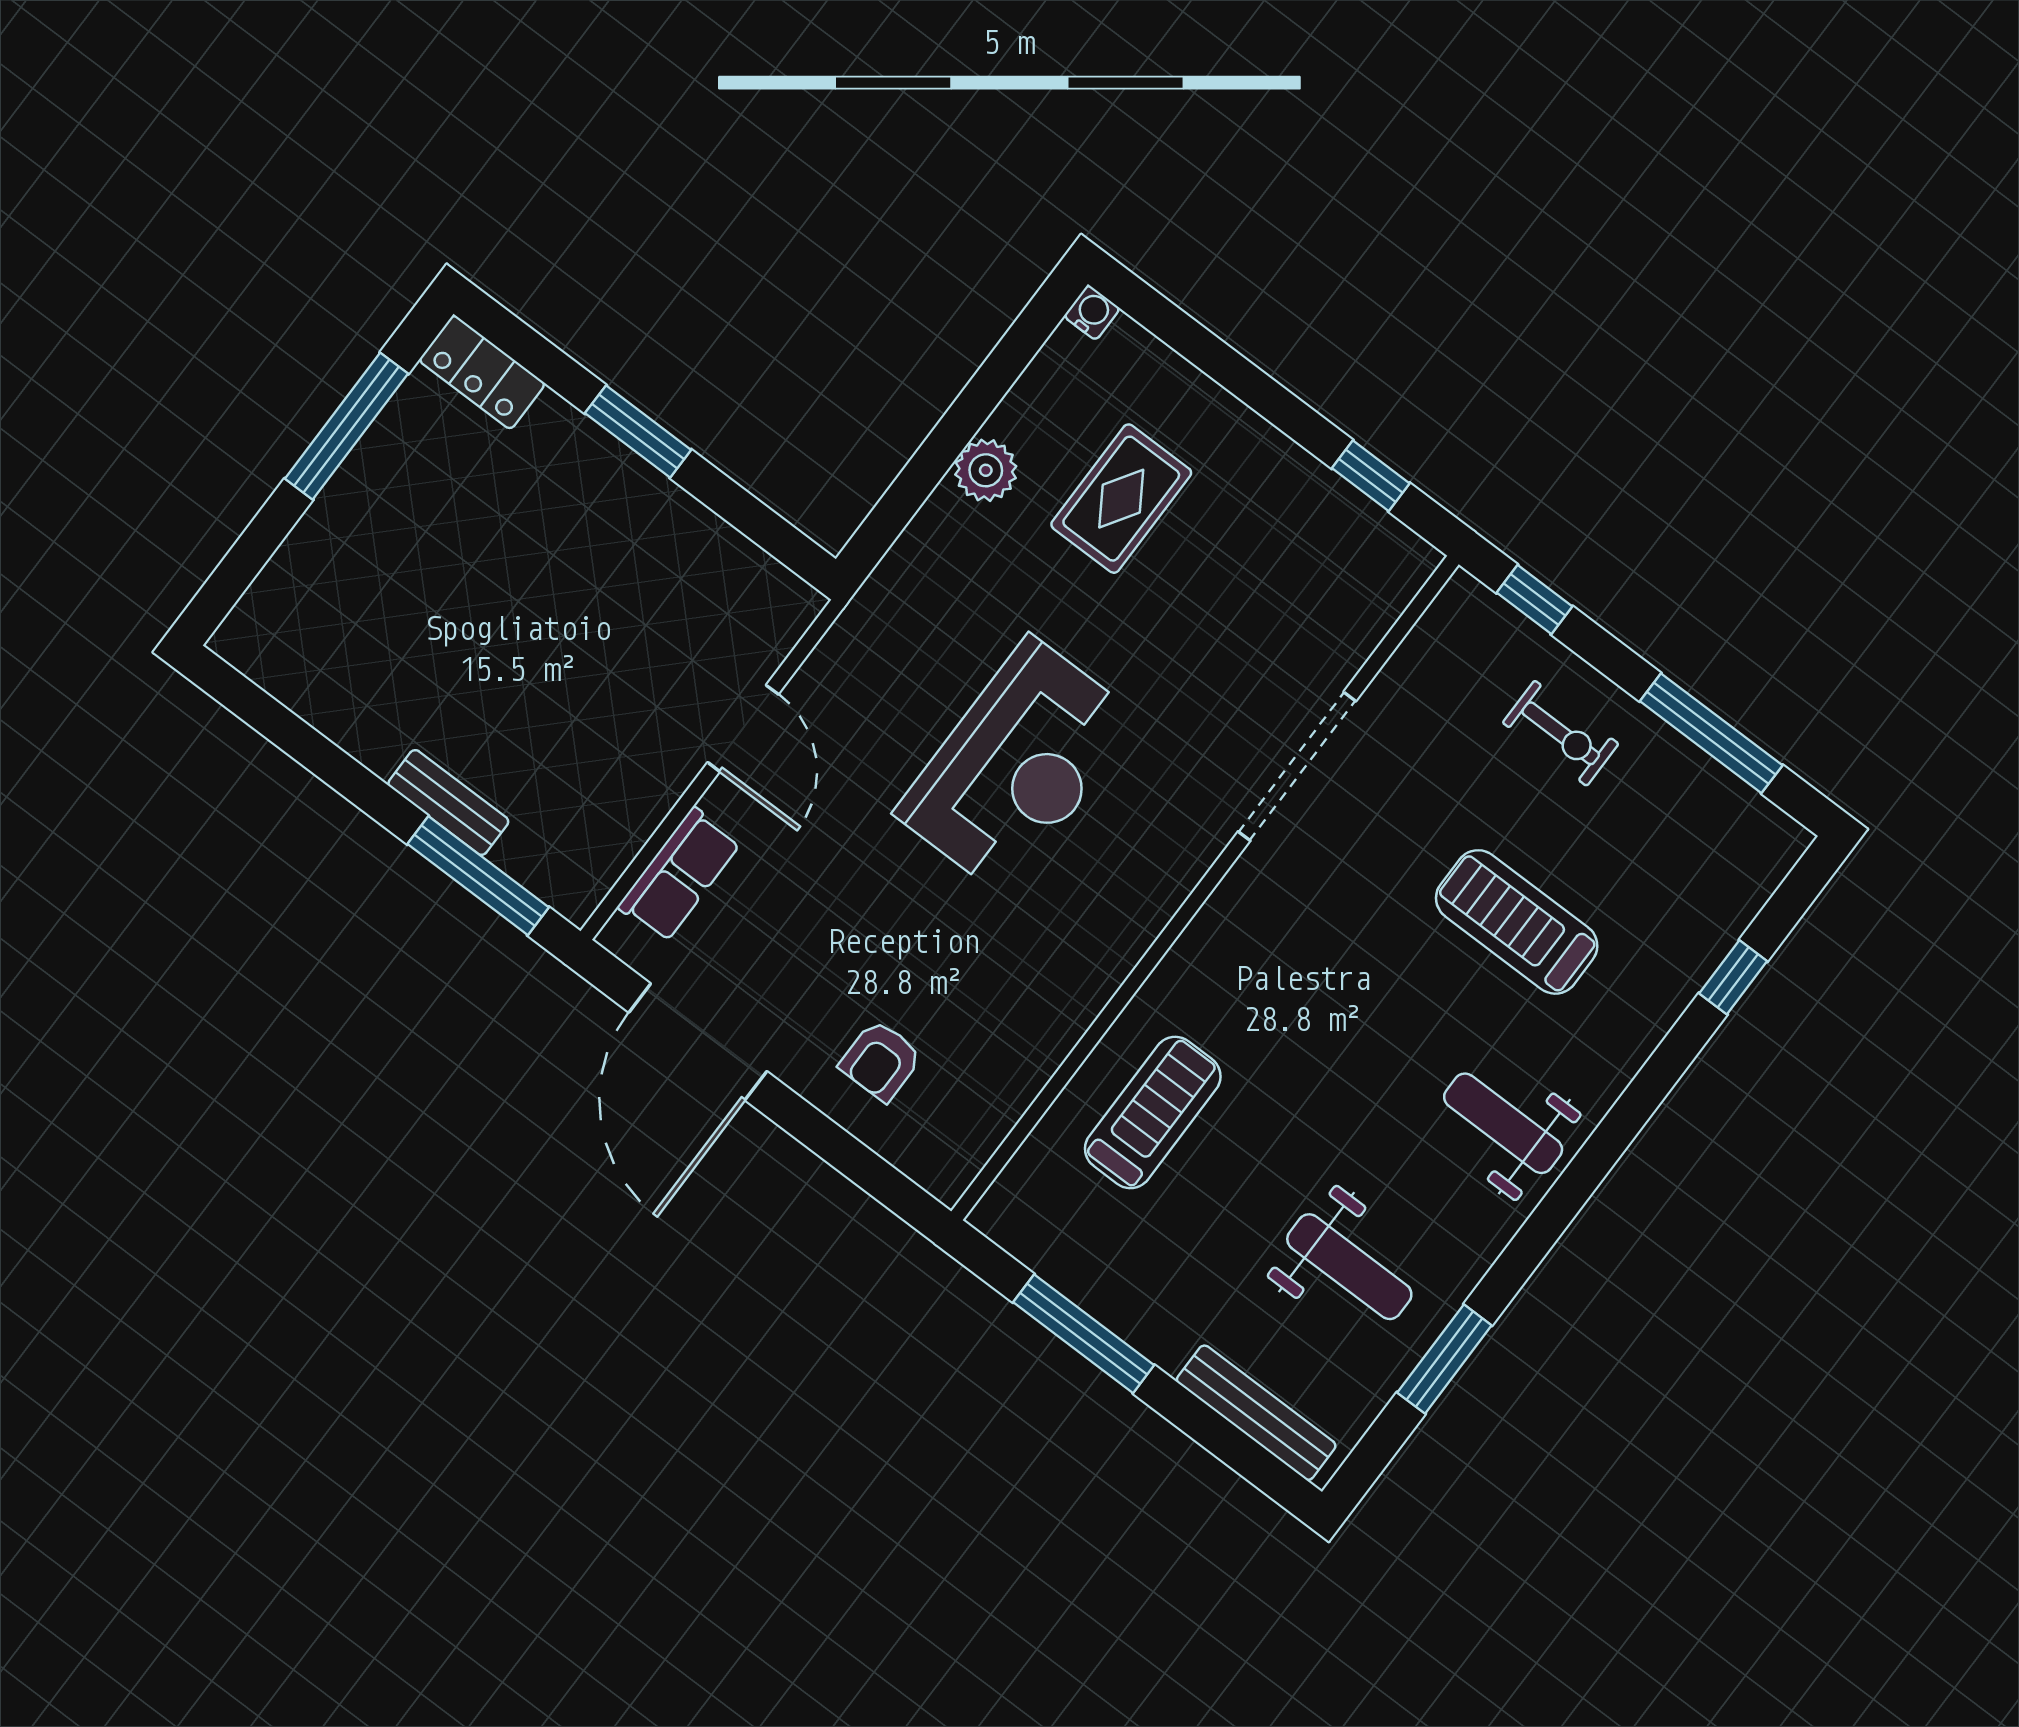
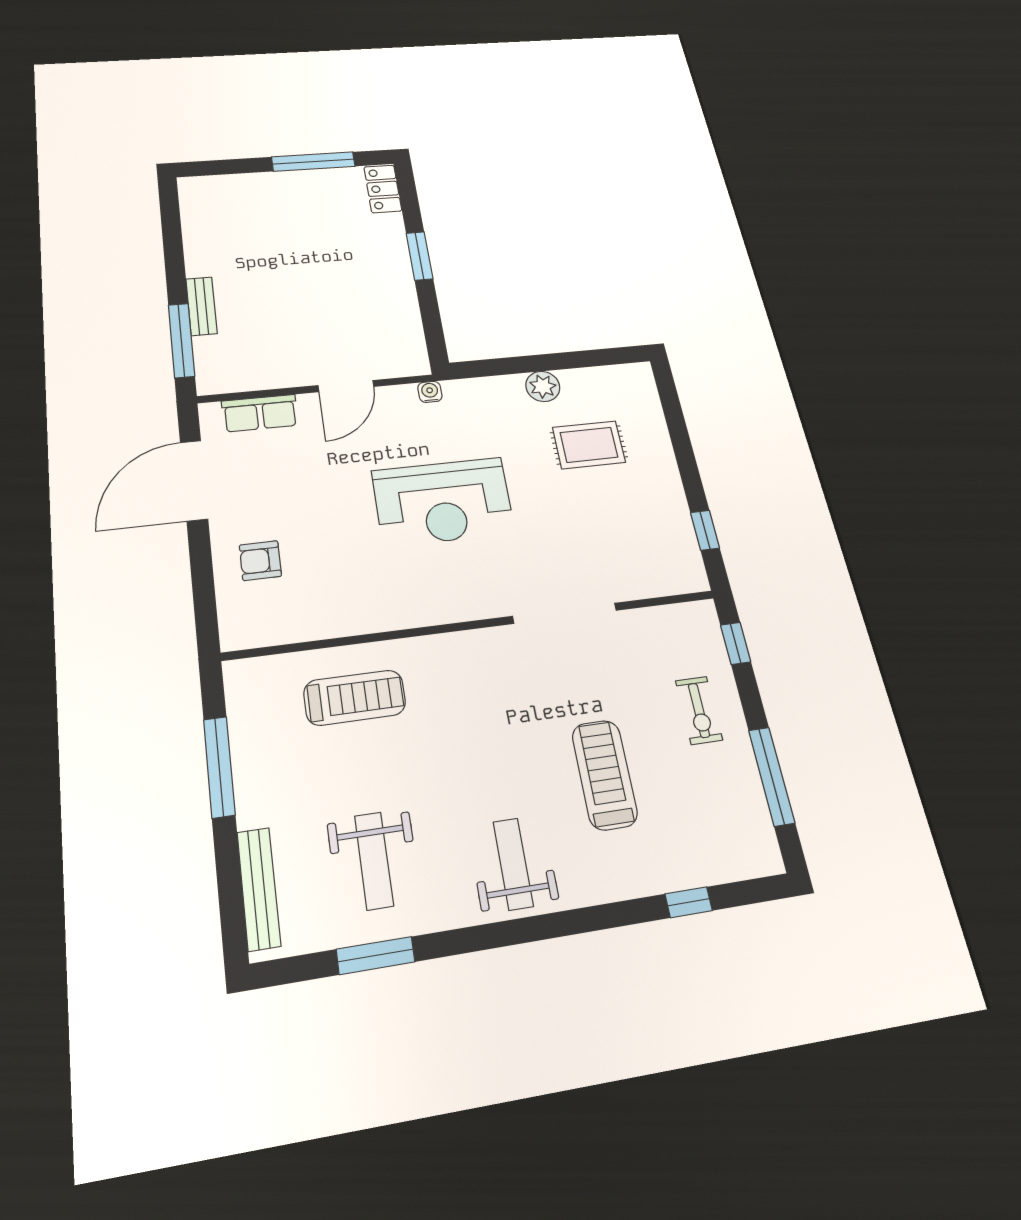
water cooler: (1092, 312) -> (430, 392), moved, turned -90

